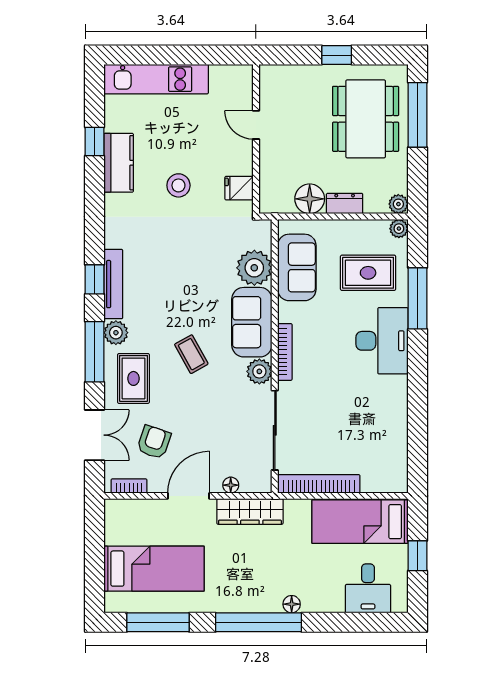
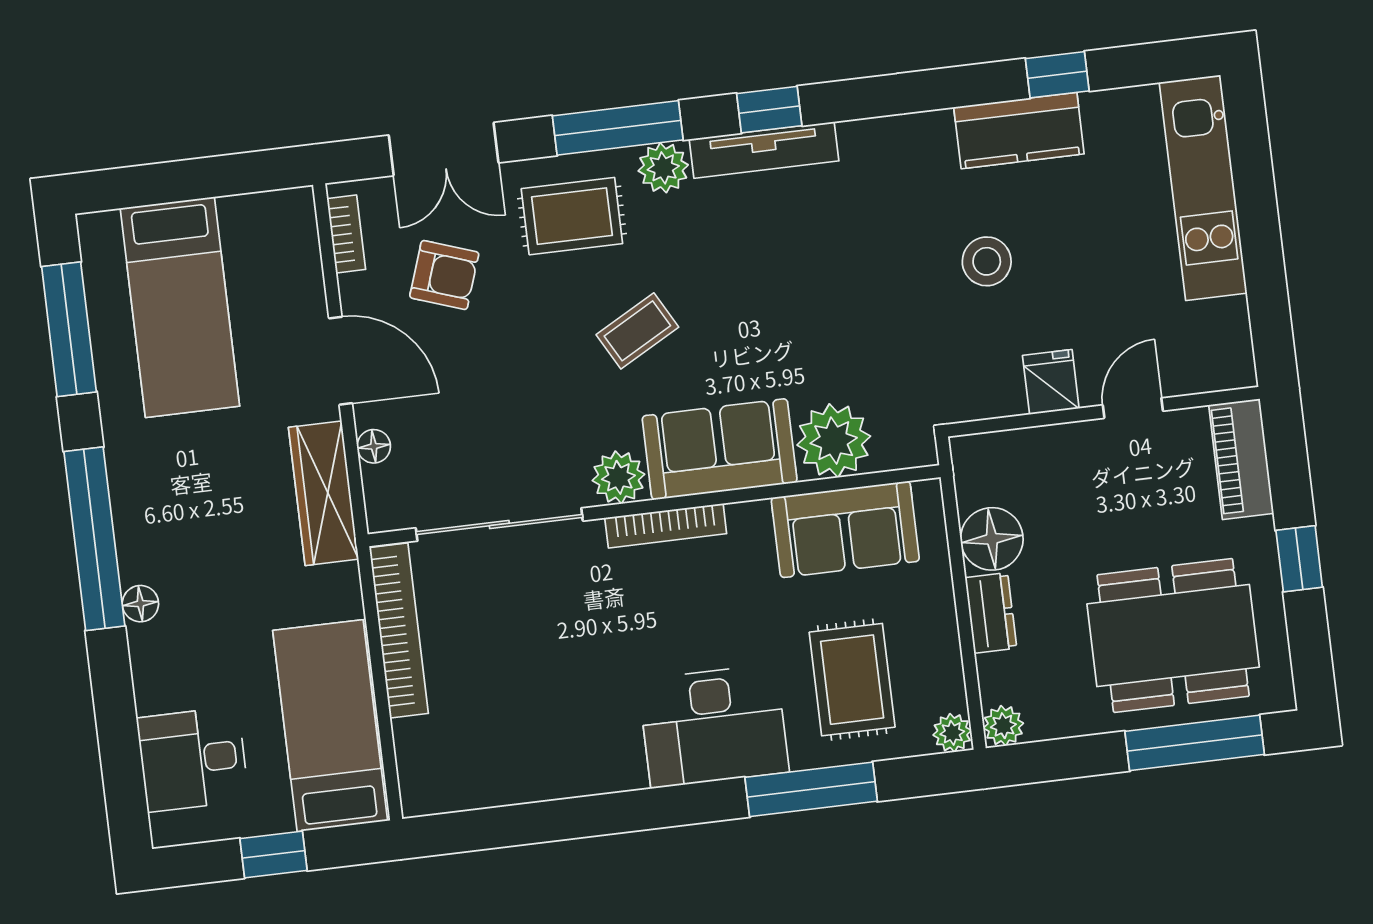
piano: (286, 77) -> (1241, 459), added
fridge: (239, 188) -> (1051, 382), moved

